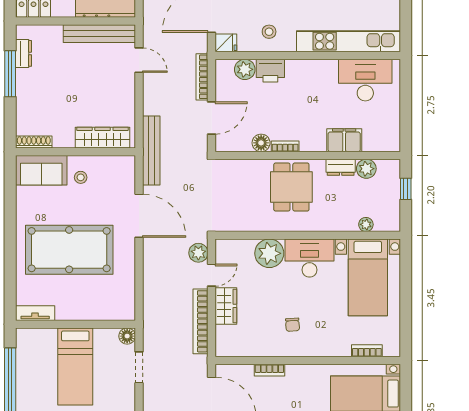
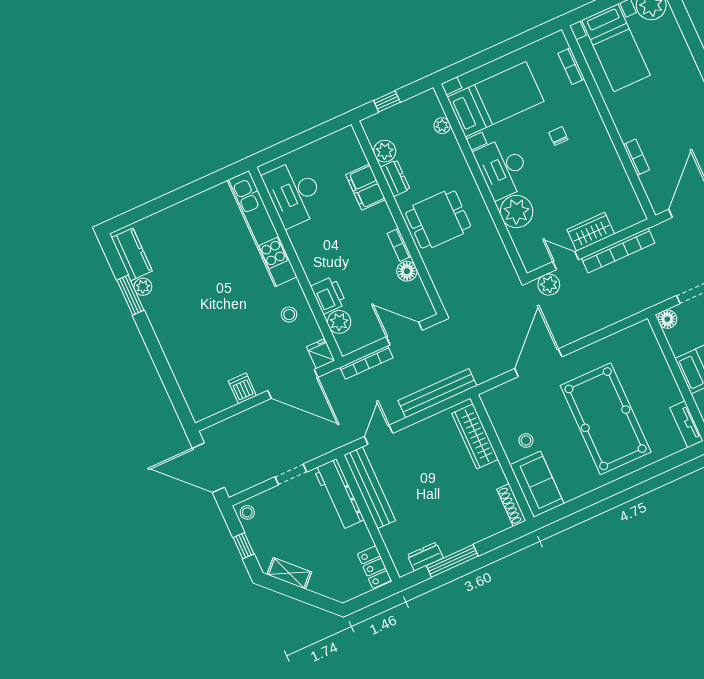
bench: (151, 151) -> (437, 393), moved
chair: (293, 325) -> (558, 136), moved, turned -86

